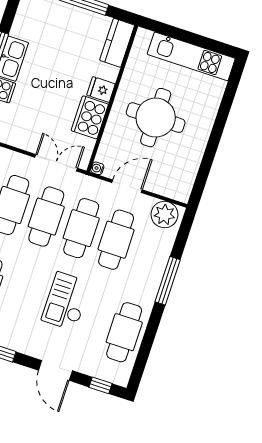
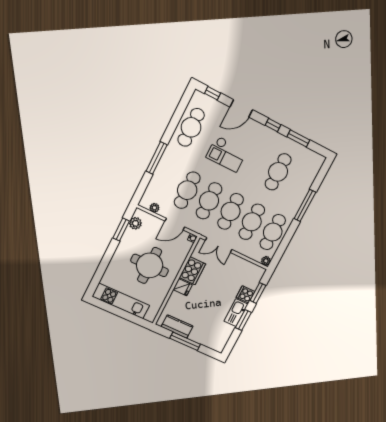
kitchen counter: (117, 43) -> (177, 327), moved, turned -90
window: (205, 167) -> (121, 229), added
plant: (185, 180) -> (135, 223), added
plant: (164, 215) -> (154, 208), width x0.53, depth x0.53
checkout: (66, 301) -> (227, 154), turned 90
door: (55, 370) -> (241, 108), swing flipped

